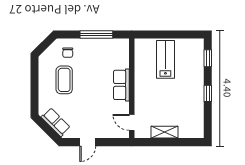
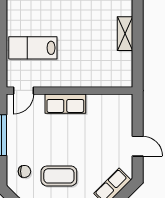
door: (132, 122) -> (24, 91), moved
shelving: (165, 132) -> (125, 34), moved

